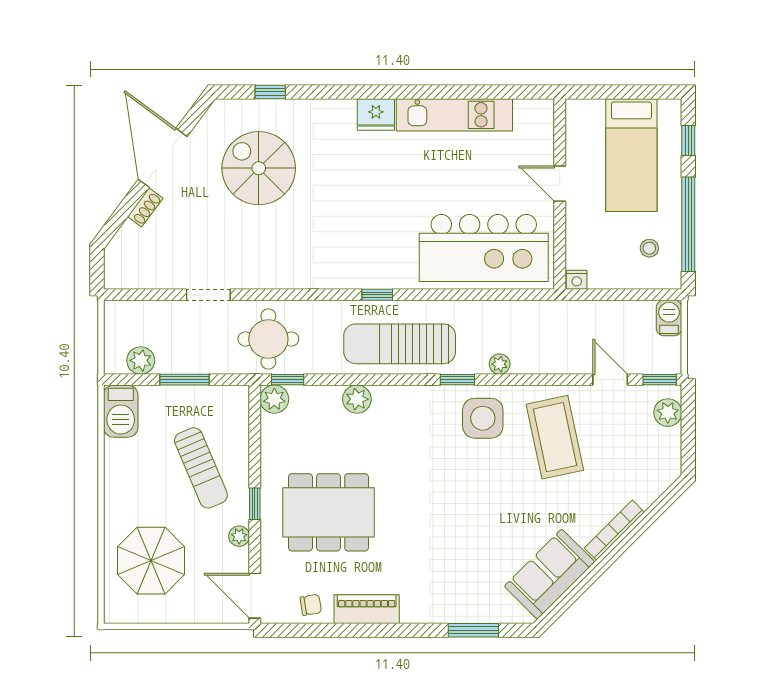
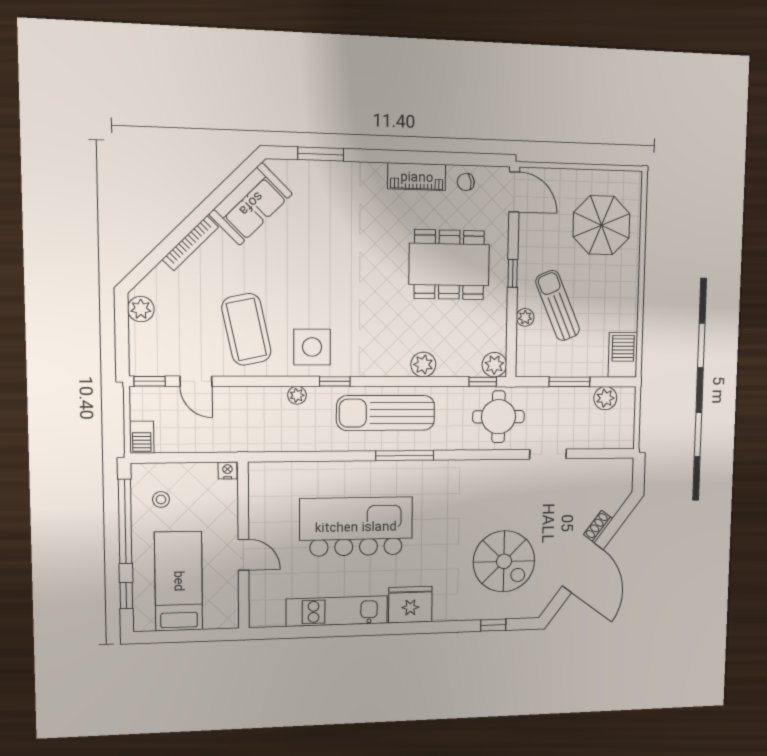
fridge: (376, 114) -> (410, 605), width x1.36, depth x1.34
kitchen island: (484, 248) -> (356, 527), moved
window: (377, 295) -> (405, 456), width x2.17
sun lounger: (400, 344) -> (386, 413), turned 180
plant: (668, 413) -> (141, 309), moved
plant: (239, 536) -> (525, 317), moved

